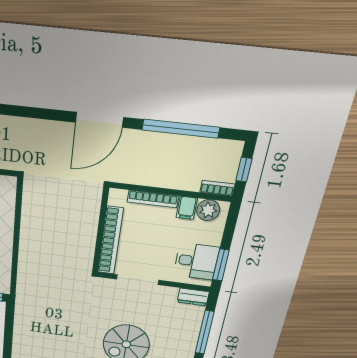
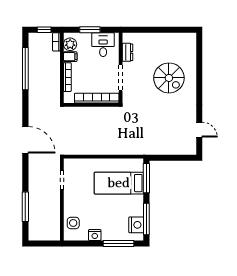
door: (99, 120) -> (25, 140), moved
window: (221, 265) -> (90, 30), moved
dresser: (193, 297) -> (127, 52), moved
window: (205, 332) -> (152, 30), removed

